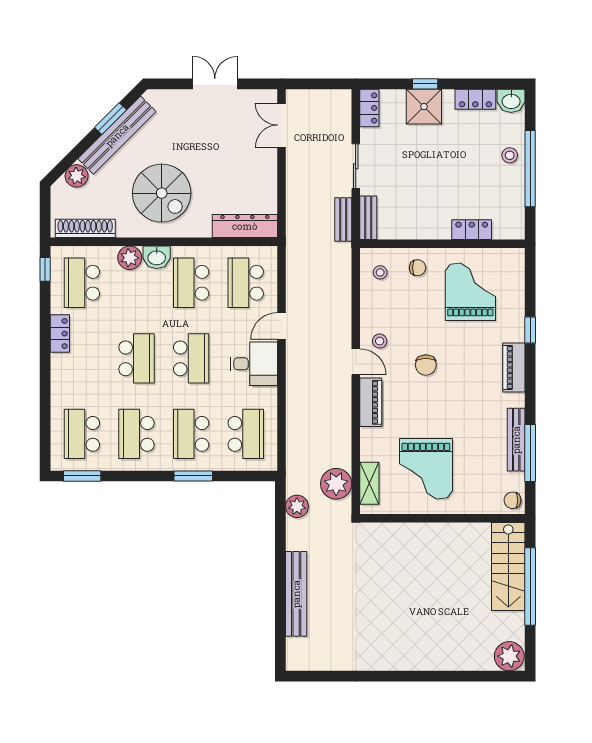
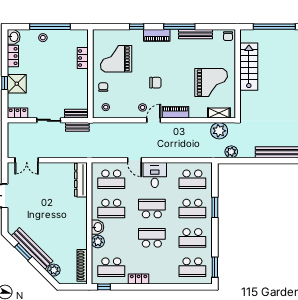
spiral stairs: (162, 193) -> (63, 224), removed
school desk: (246, 434) -> (192, 179), turned 180
window: (530, 453) -> (179, 27), moved
stairs: (508, 566) -> (249, 67), moved, turned -90

